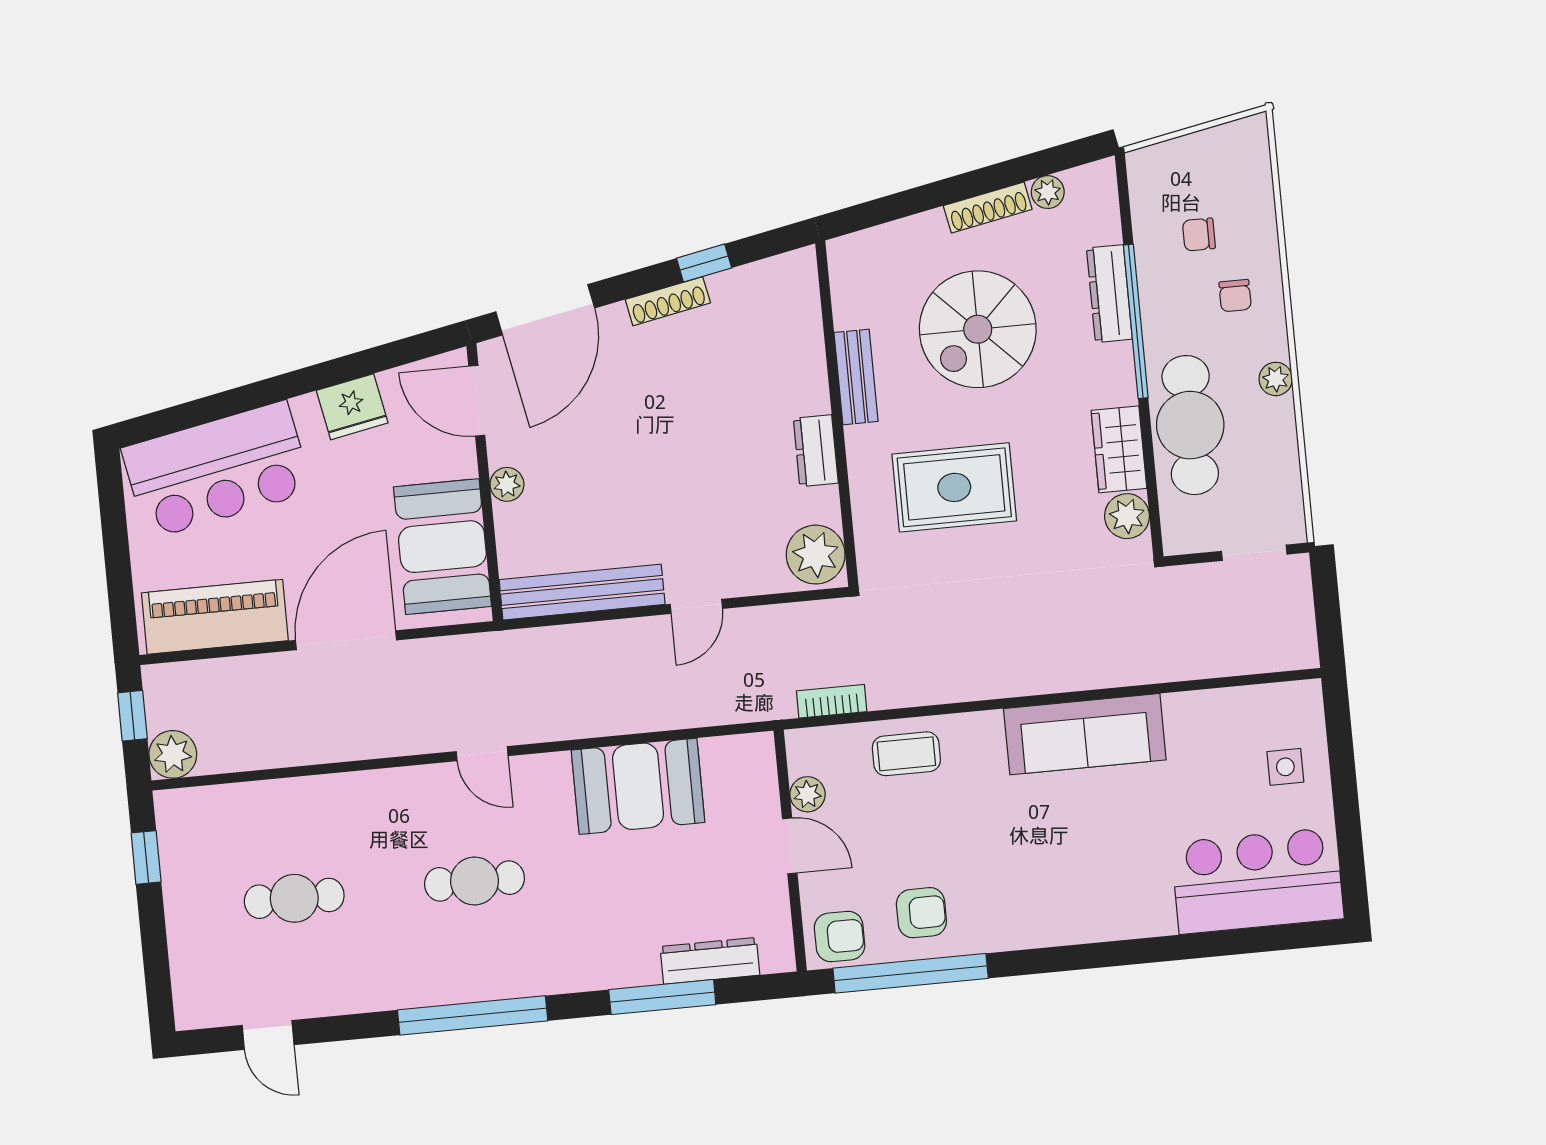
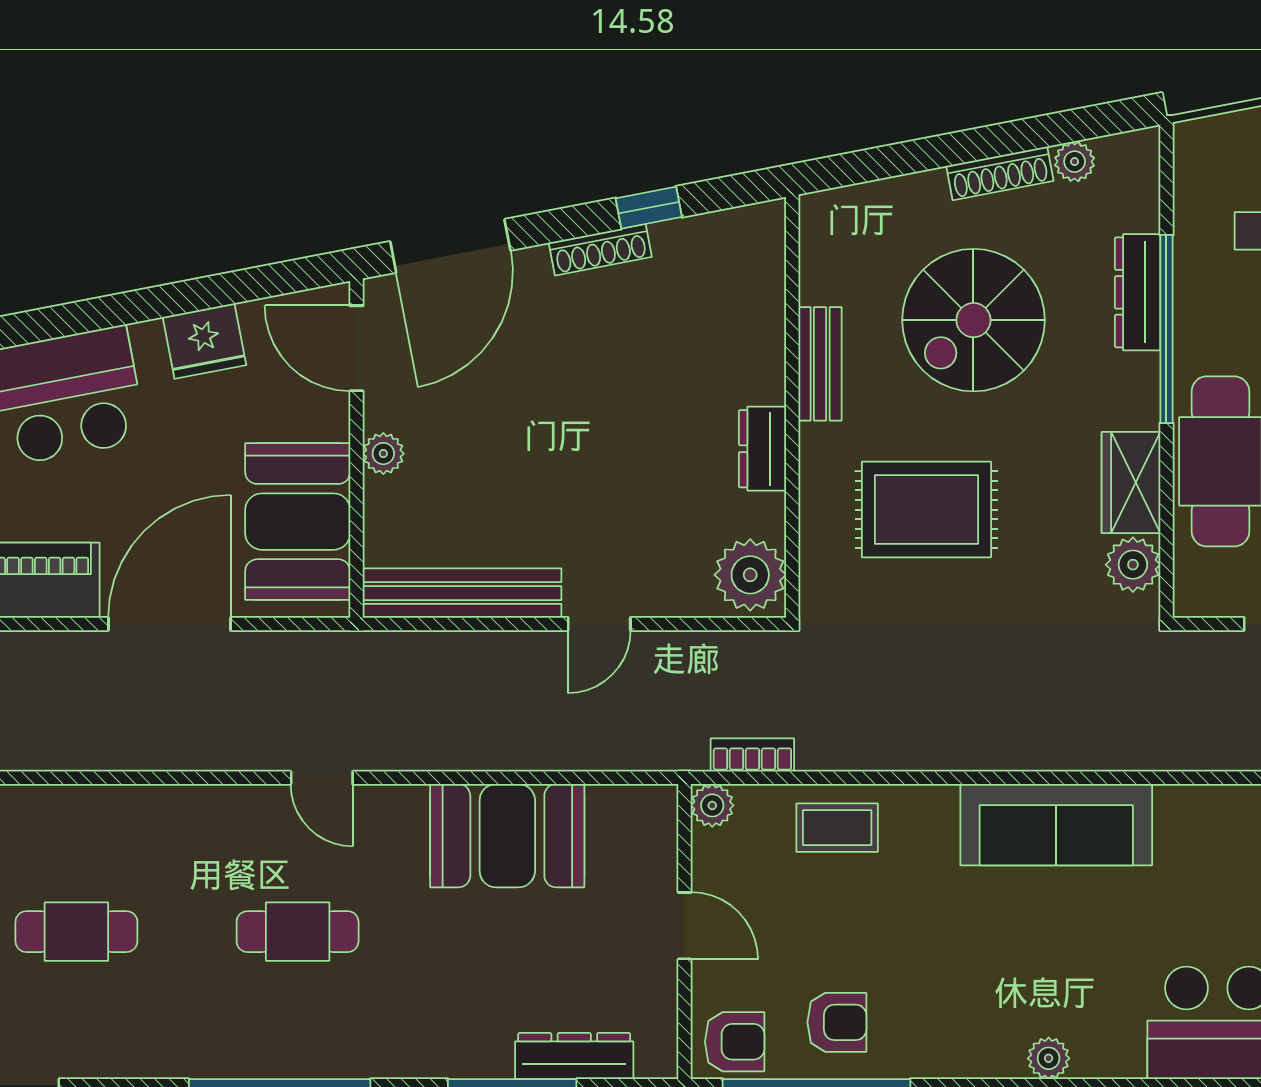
plant: (807, 794) -> (712, 805), moved
plant: (1097, 925) -> (1049, 1058), added

